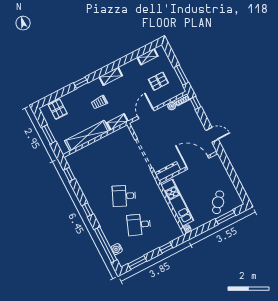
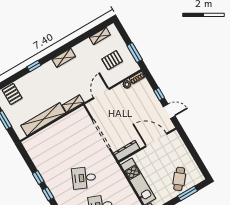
trolley: (99, 102) -> (54, 85), removed
window: (195, 103) -> (159, 94), moved
window: (69, 174) -> (38, 178), moved

